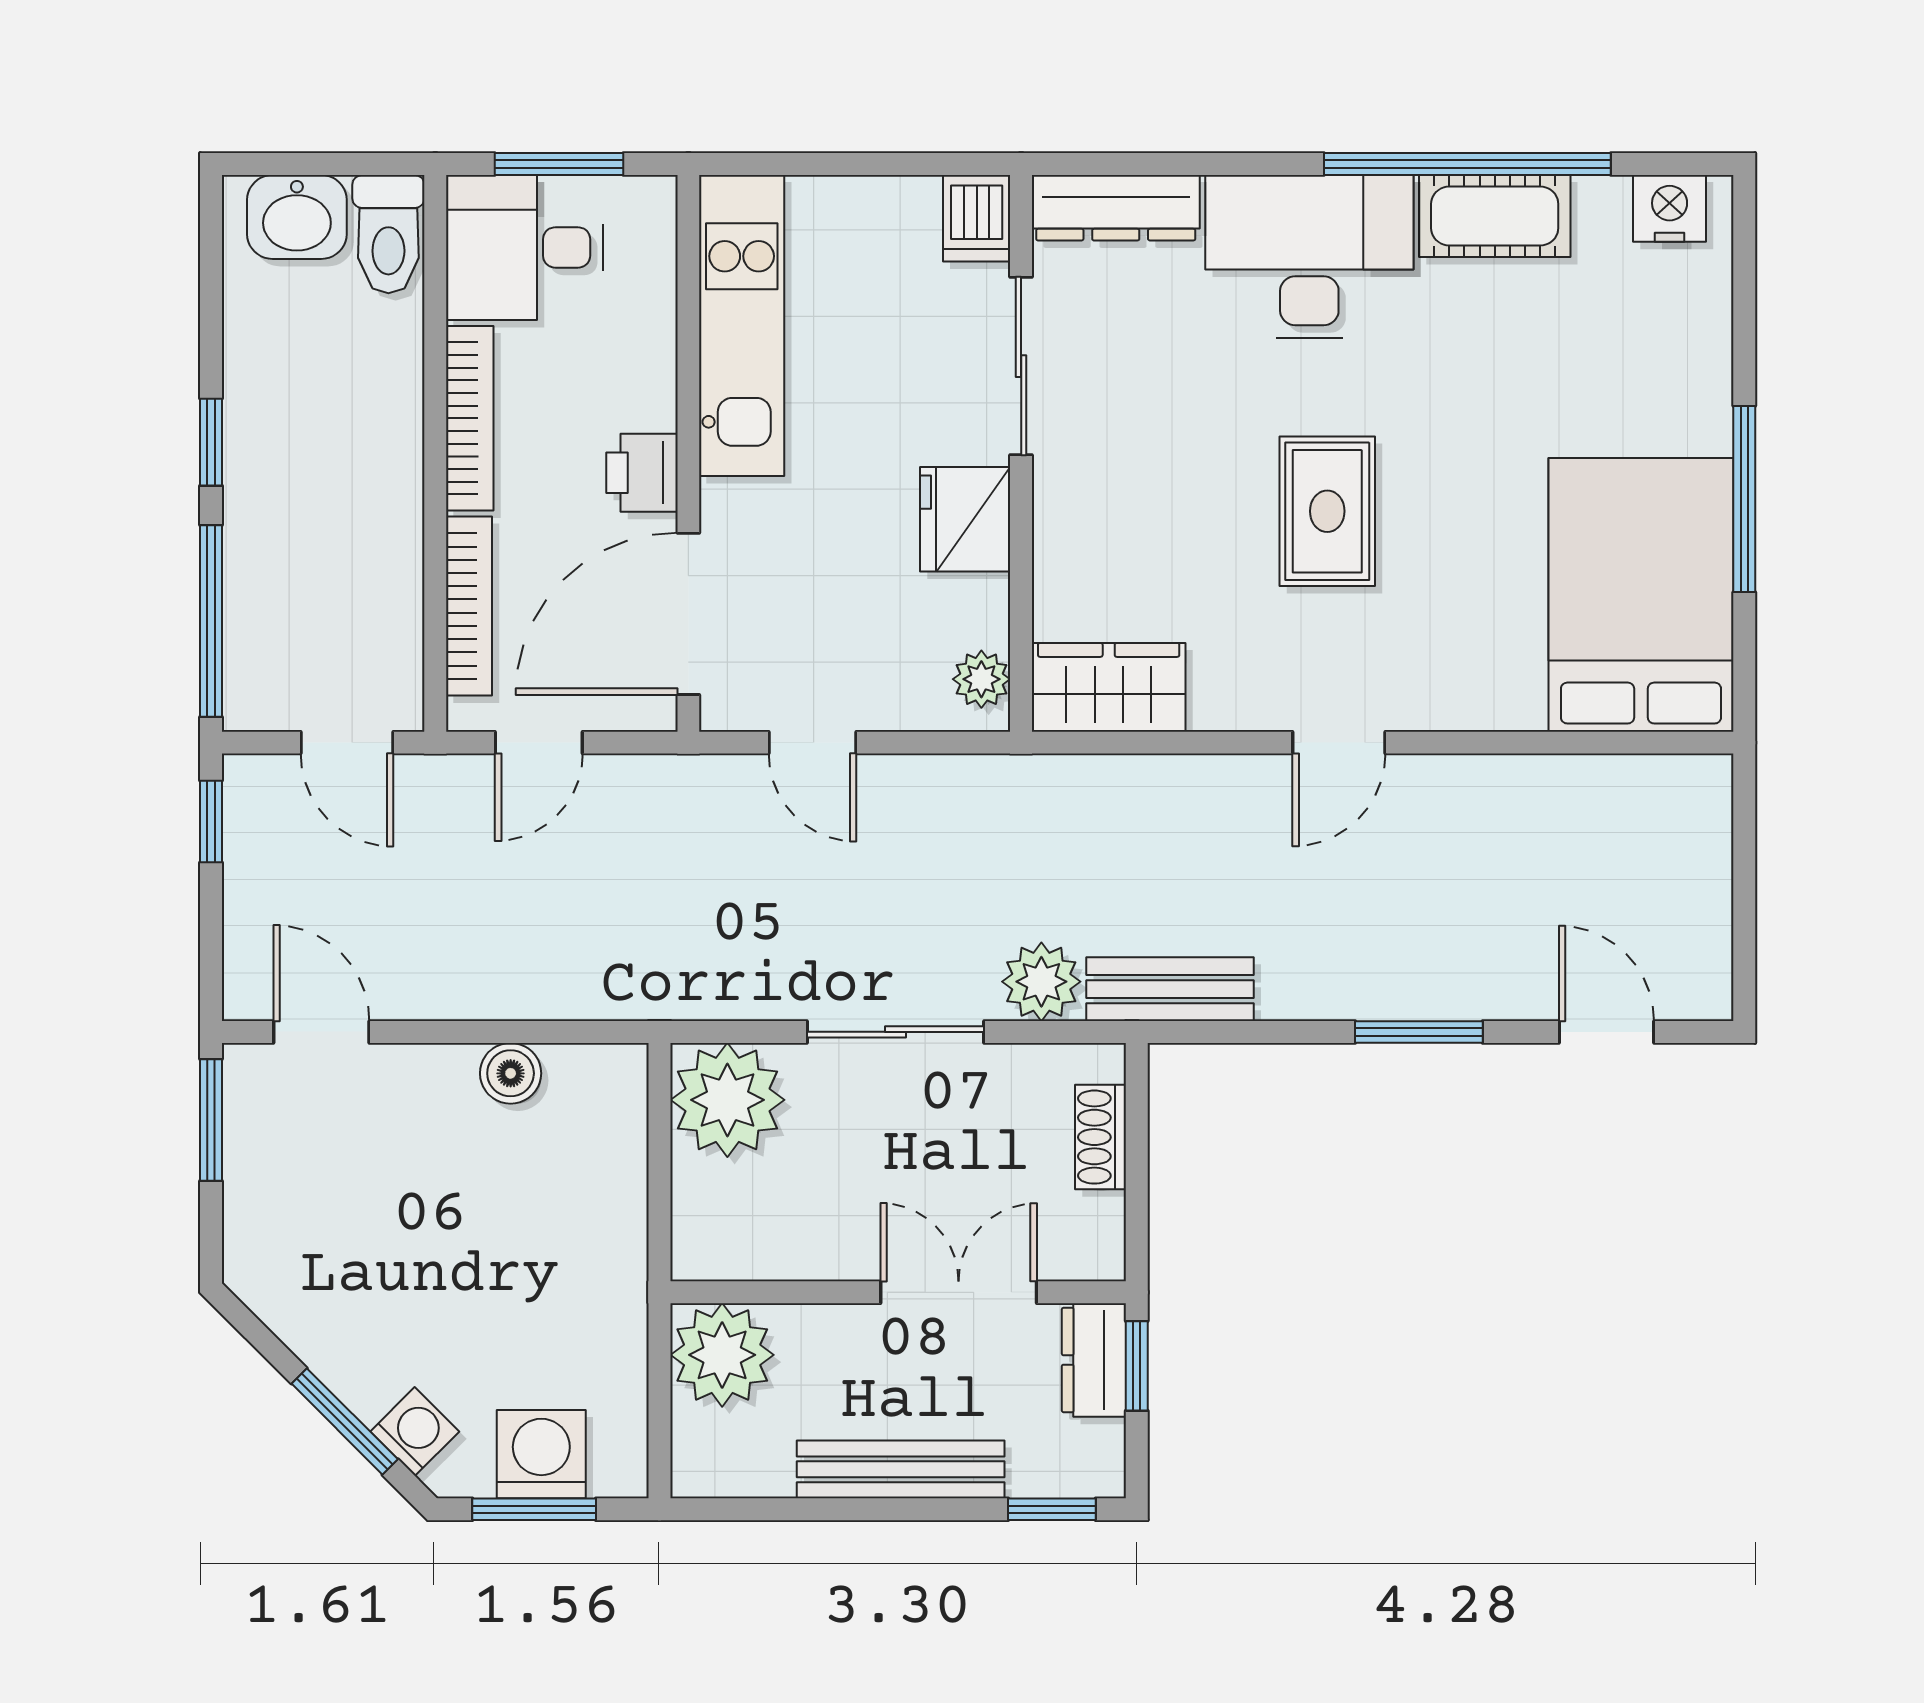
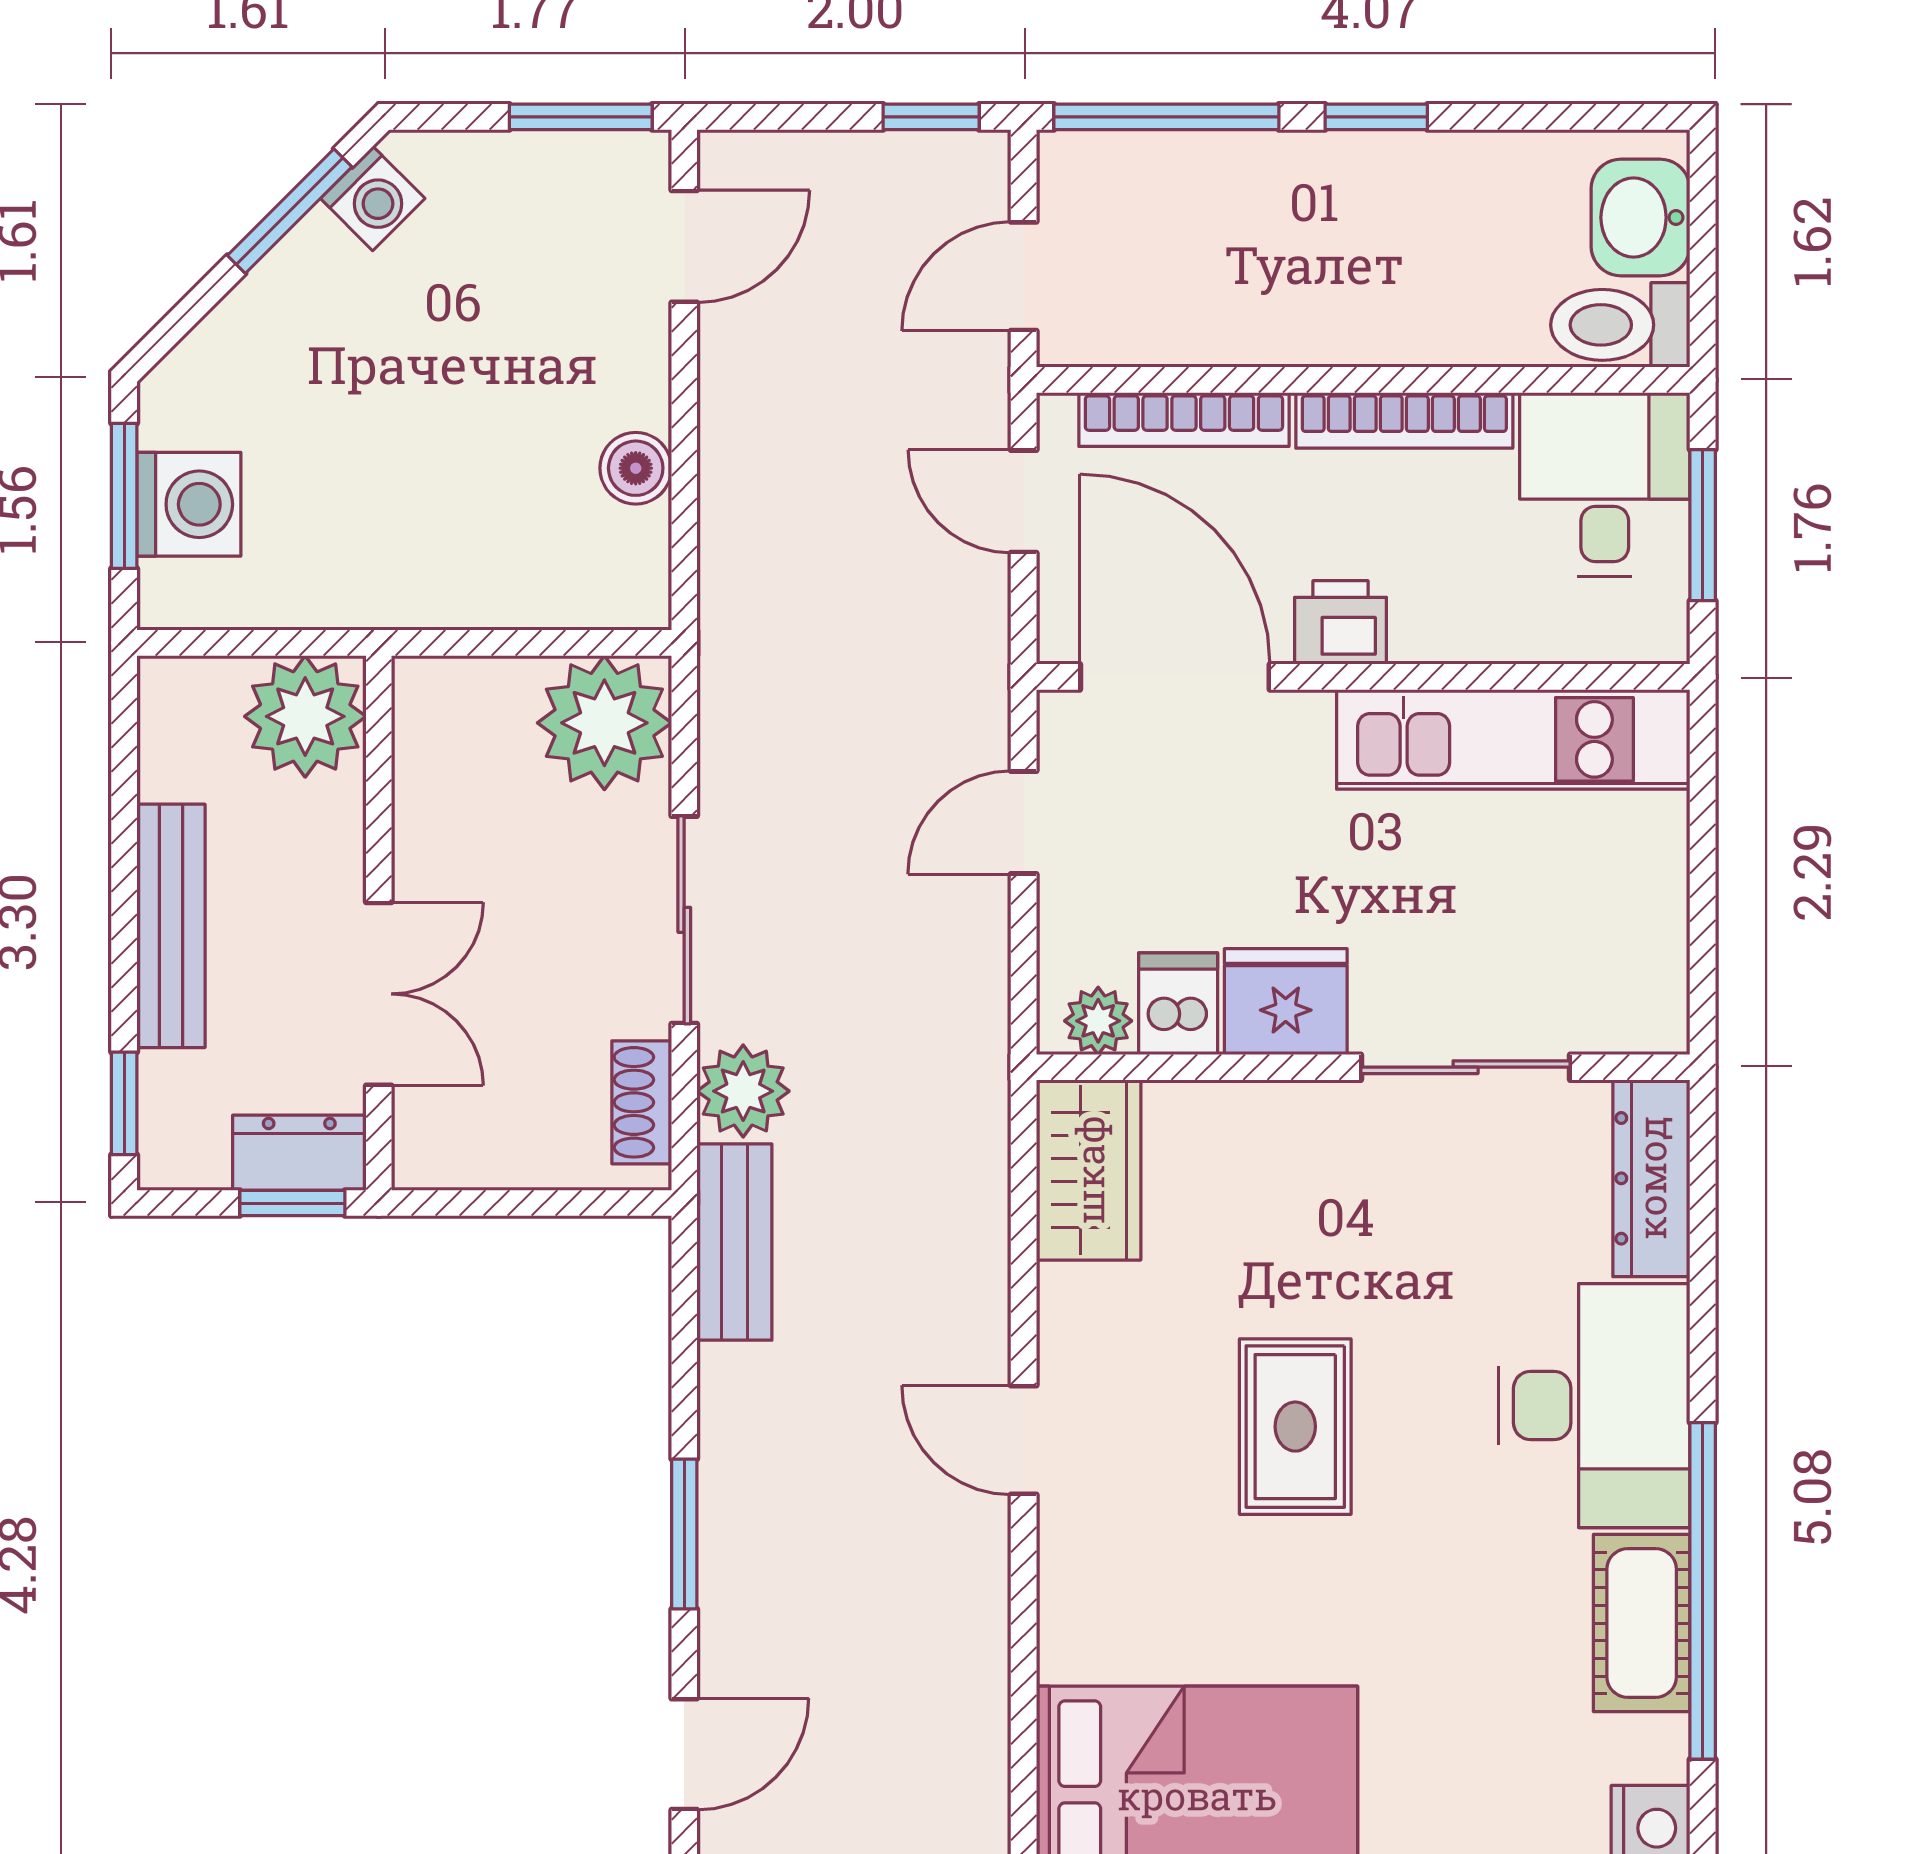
dishwasher: (977, 218) -> (1178, 1004), moved, turned 90
rug: (1327, 511) -> (1295, 1427), turned 90
shoe rack: (1100, 1137) -> (642, 1102), moved, turned -90
window: (345, 1421) -> (290, 211), moved
washing machine: (415, 1432) -> (373, 198), moved

